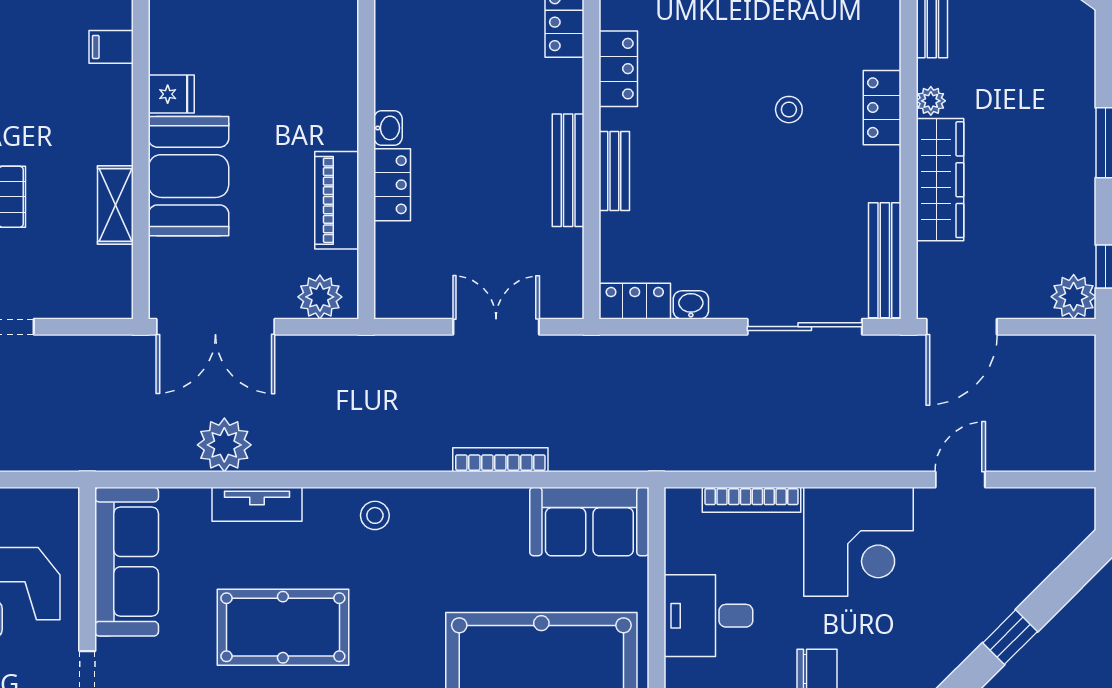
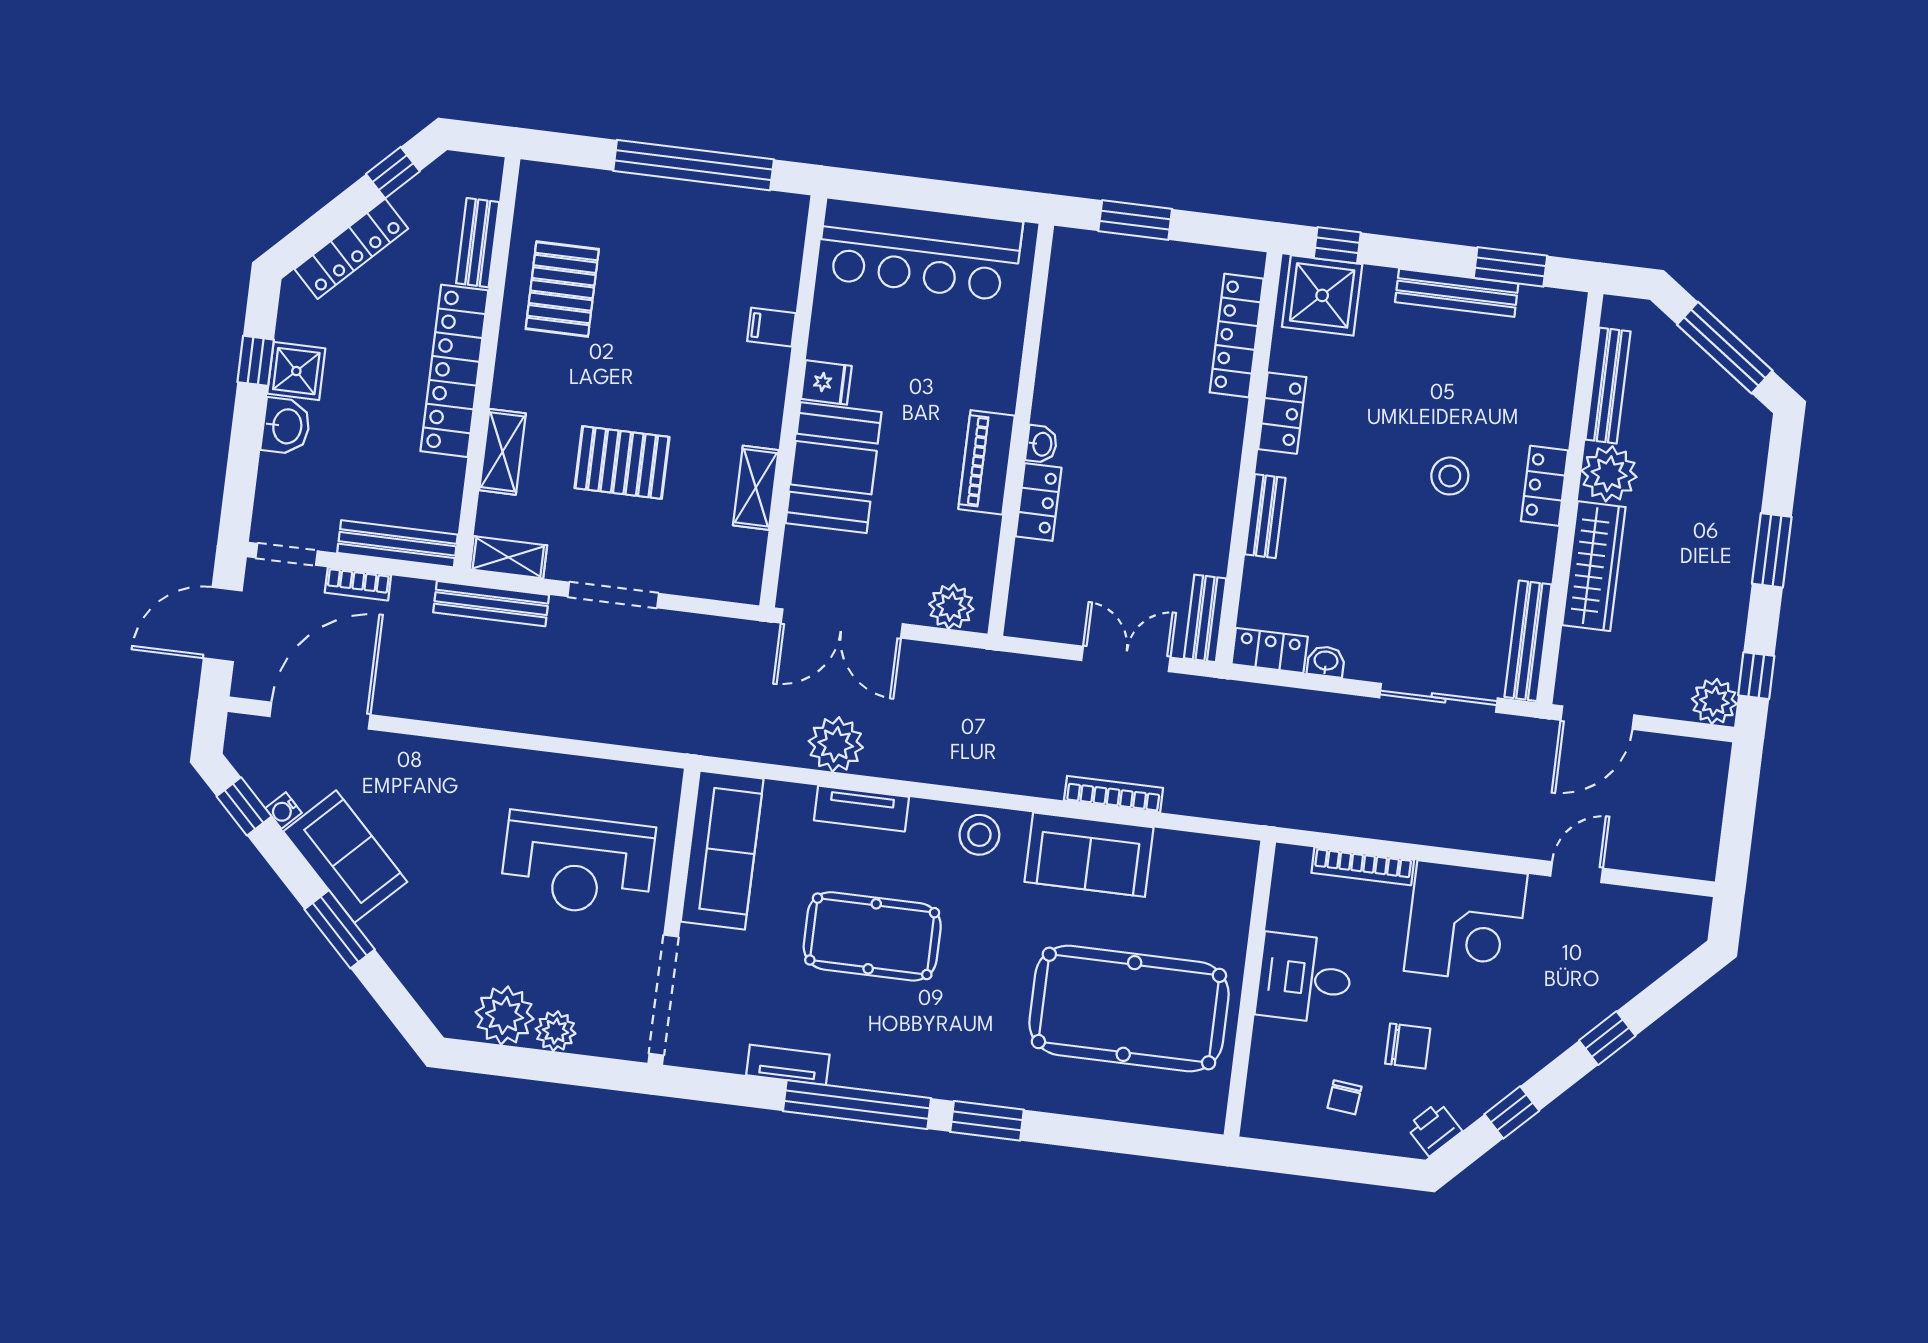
plant: (931, 101) -> (1609, 474), width x1.87, depth x1.87
stool: (789, 110) -> (1450, 476), width x1.37, depth x1.37
bench: (568, 170) -> (1205, 618), moved, width x0.73
piano: (337, 200) -> (986, 462), moved
stool: (375, 515) -> (979, 835), width x1.37, depth x1.37
sofa: (589, 521) -> (1089, 855), moved

